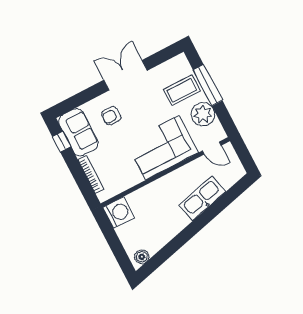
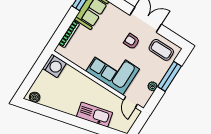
coffee table: (182, 90) -> (161, 50), moved
plant: (203, 114) -> (152, 86), width x0.53, depth x0.53
armchair: (111, 116) -> (132, 41), moved

